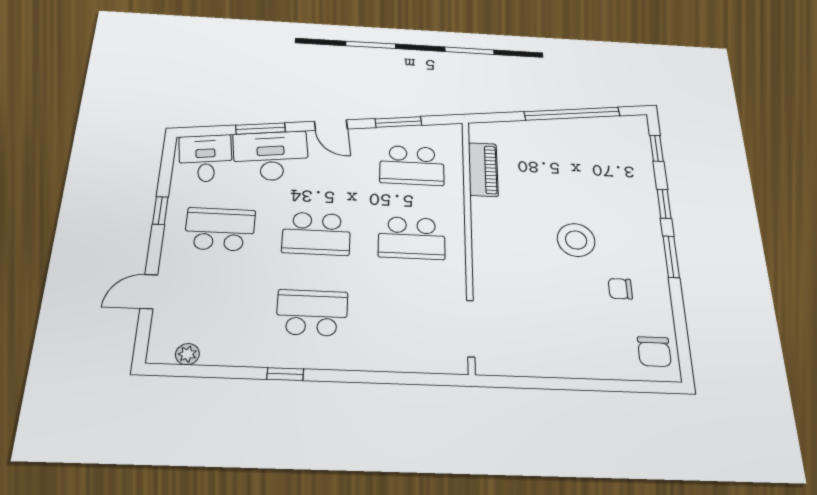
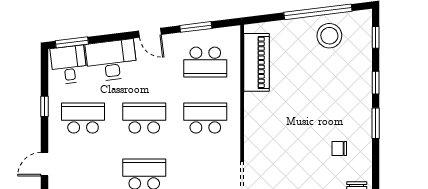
window: (261, 129) -> (72, 42), moved
piano: (483, 169) -> (256, 62), width x1.37, depth x1.33
school desk: (316, 234) -> (144, 118), turned 180
school desk: (412, 238) -> (205, 118), turned 180
stool: (576, 240) -> (329, 36), moved

